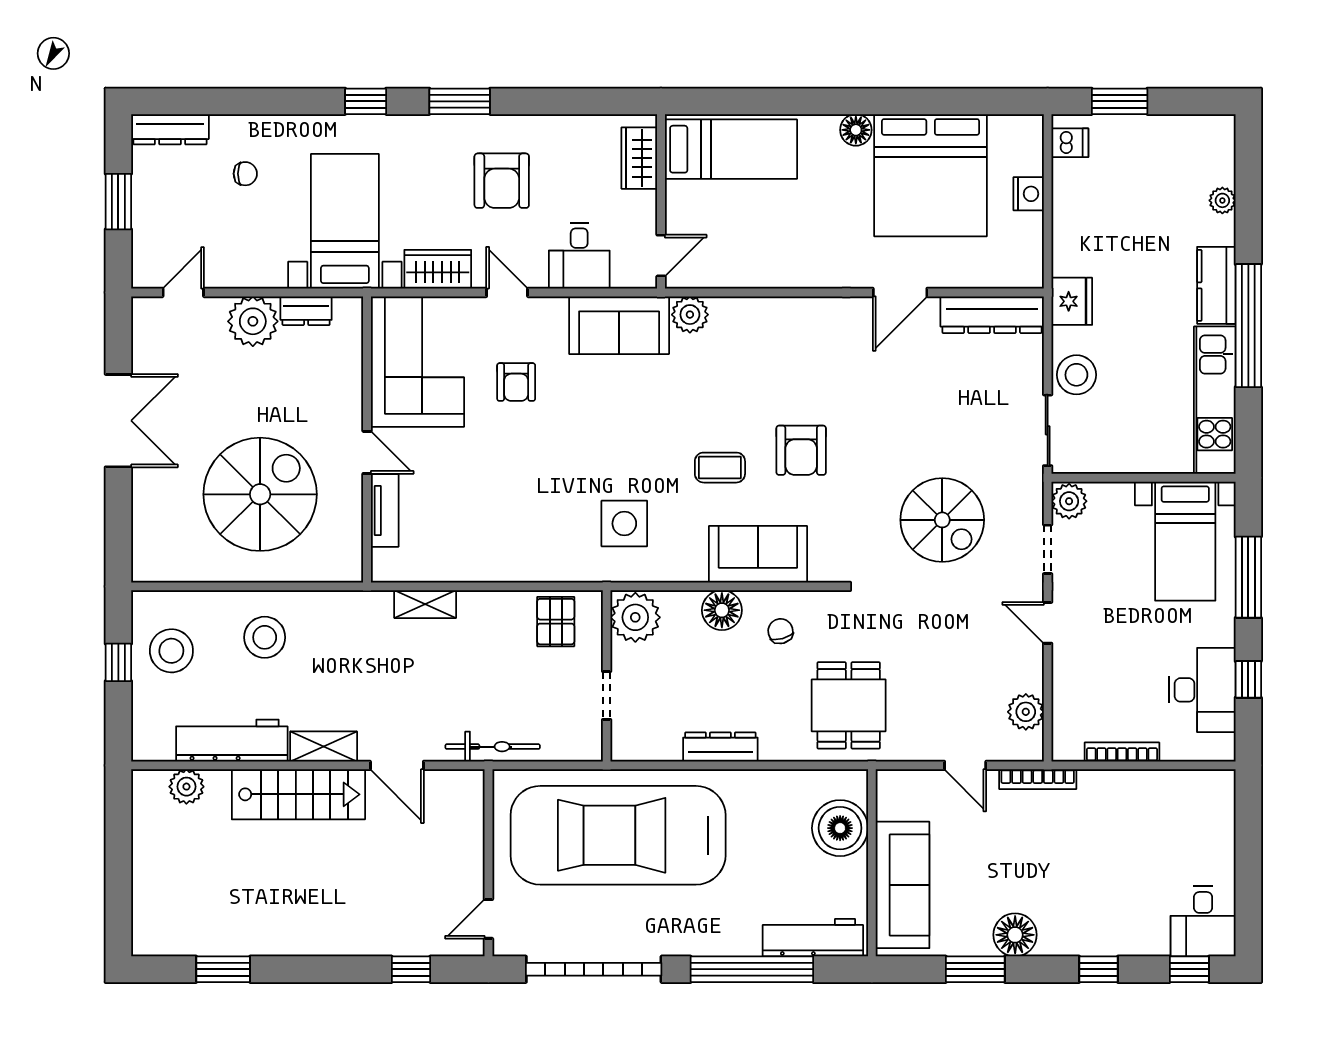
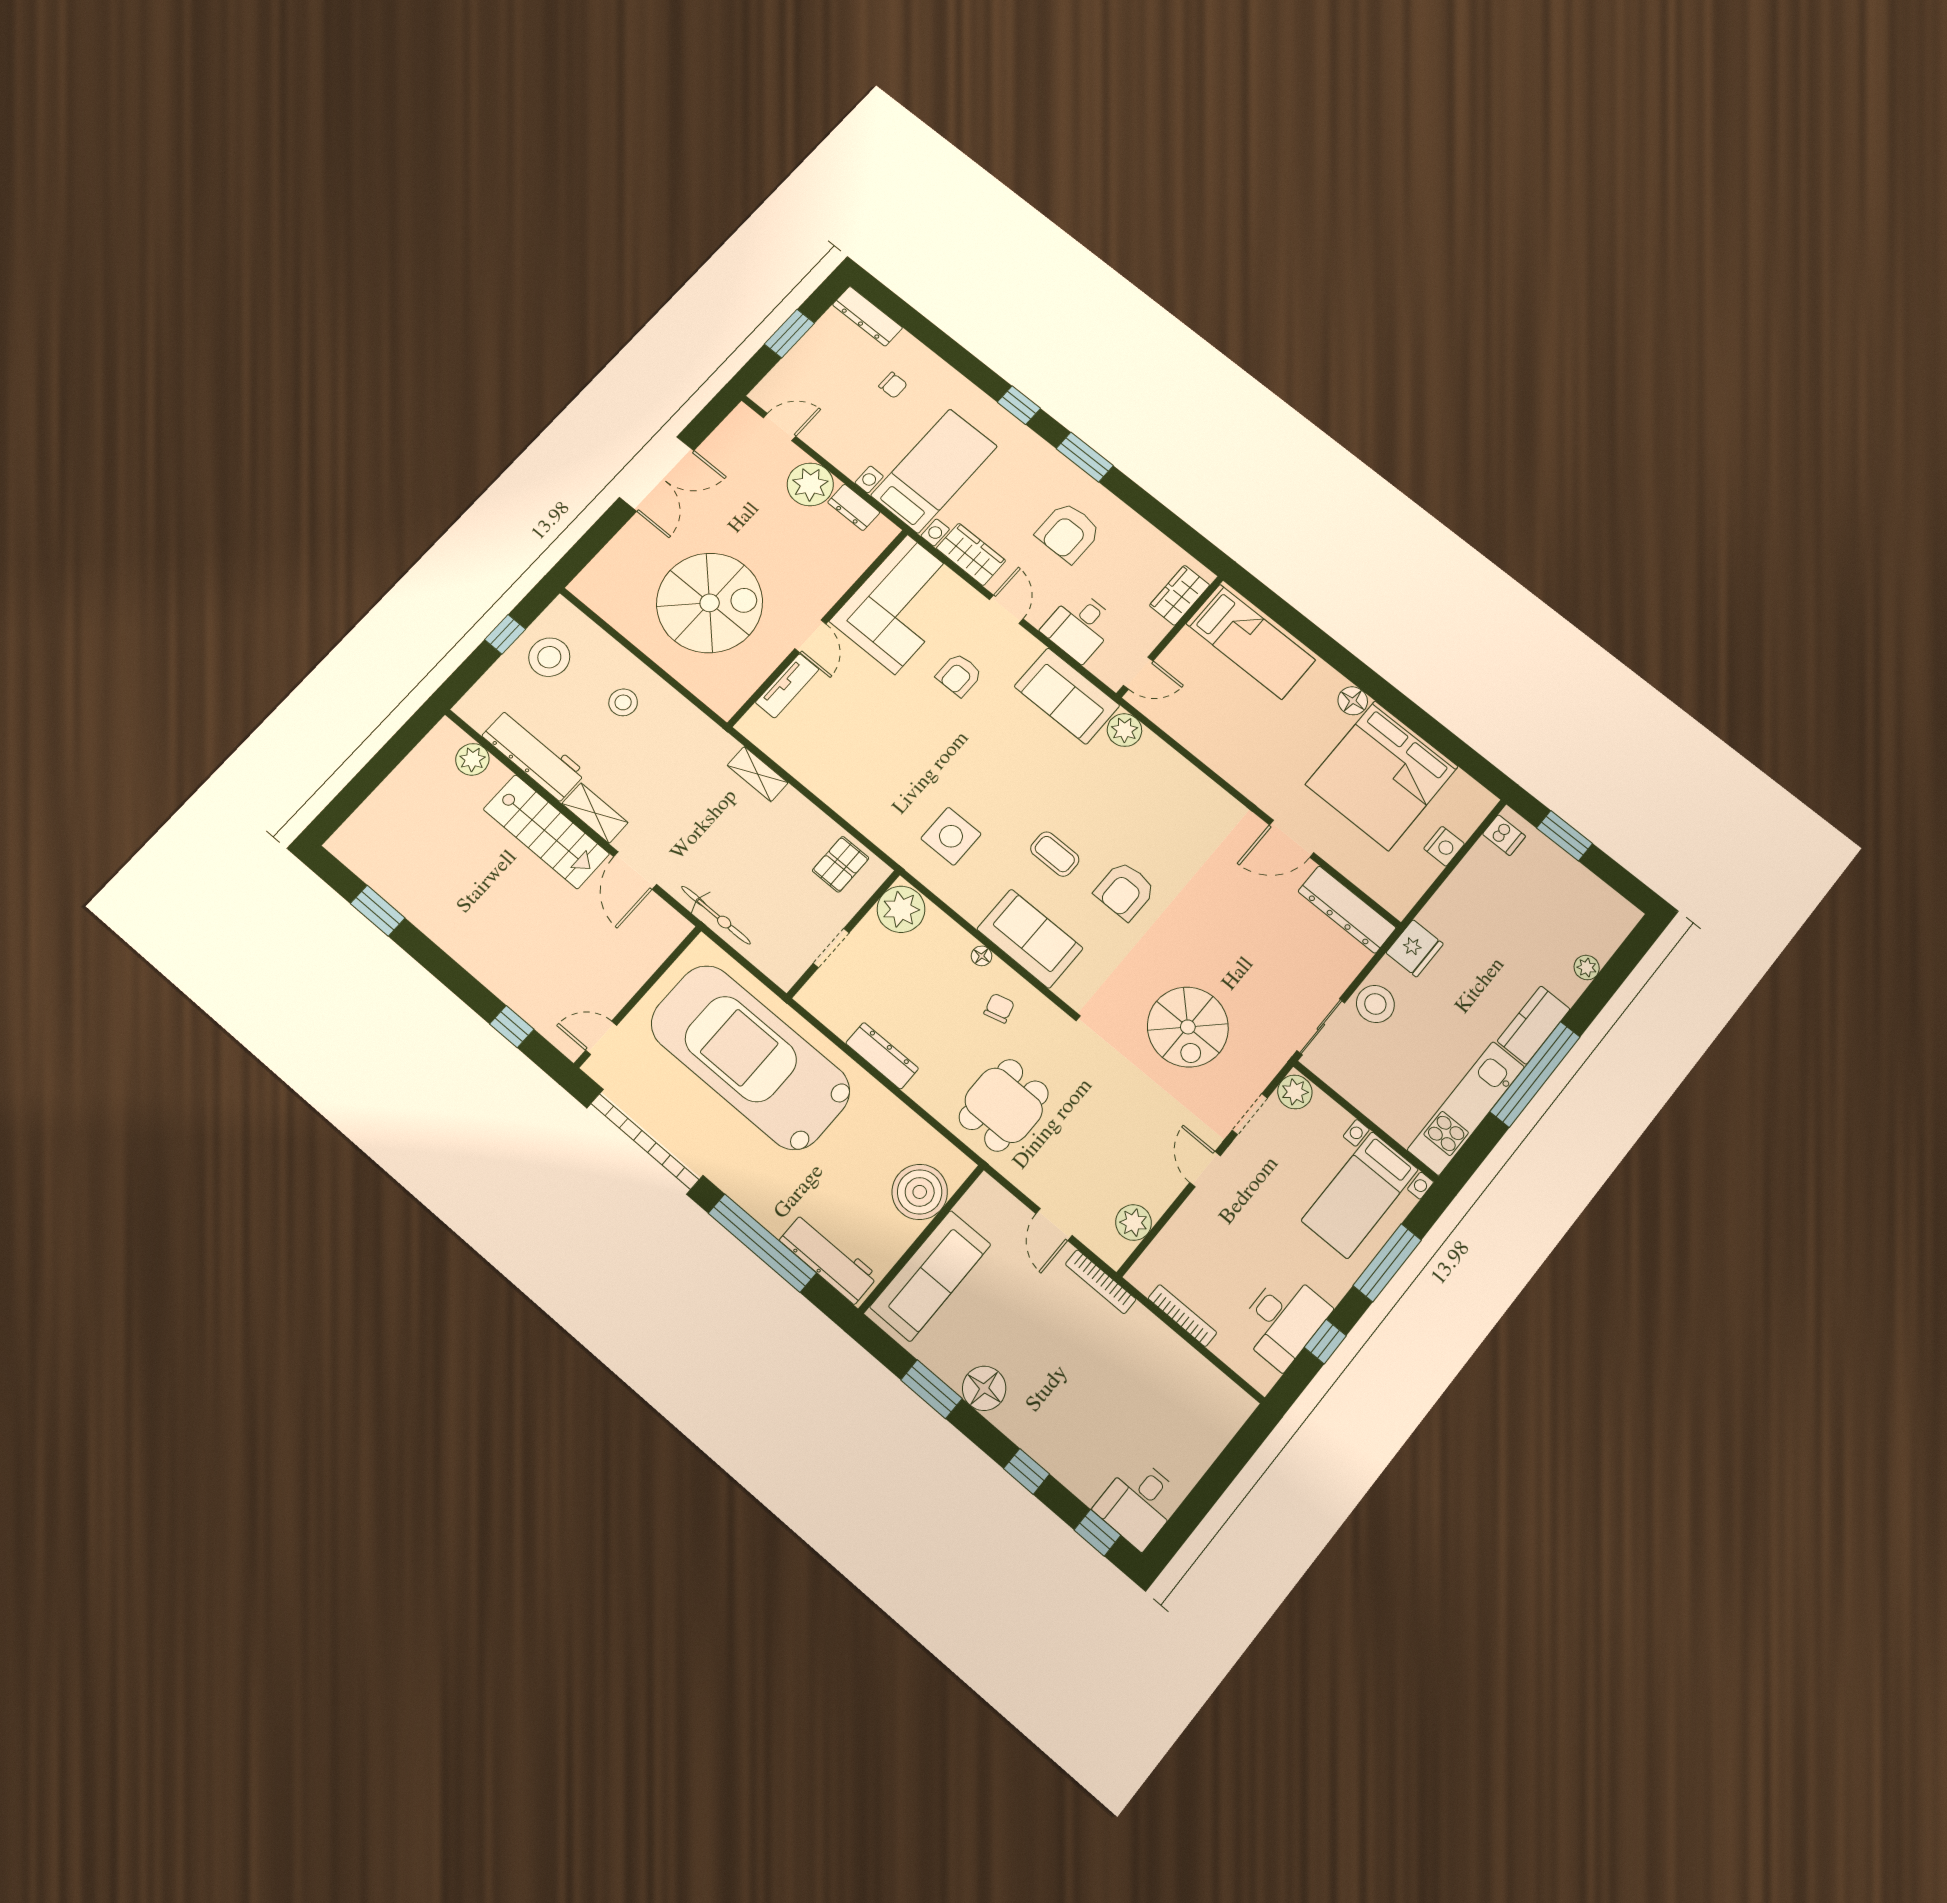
floor lamp: (722, 610) -> (982, 956), width x0.53, depth x0.53
stool: (265, 637) -> (623, 702), width x0.73, depth x0.73

